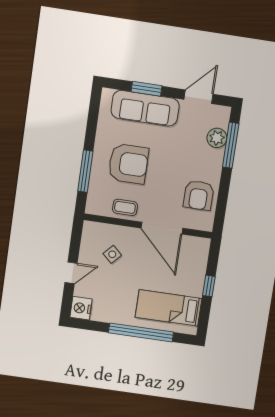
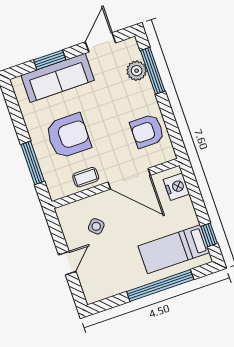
armchair: (199, 195) -> (147, 131), turned 90
window: (209, 286) -> (209, 235), moved
nightstand: (81, 308) -> (176, 187), moved, turned 180

